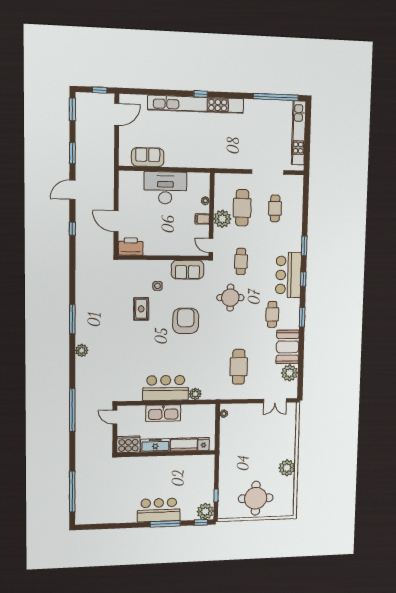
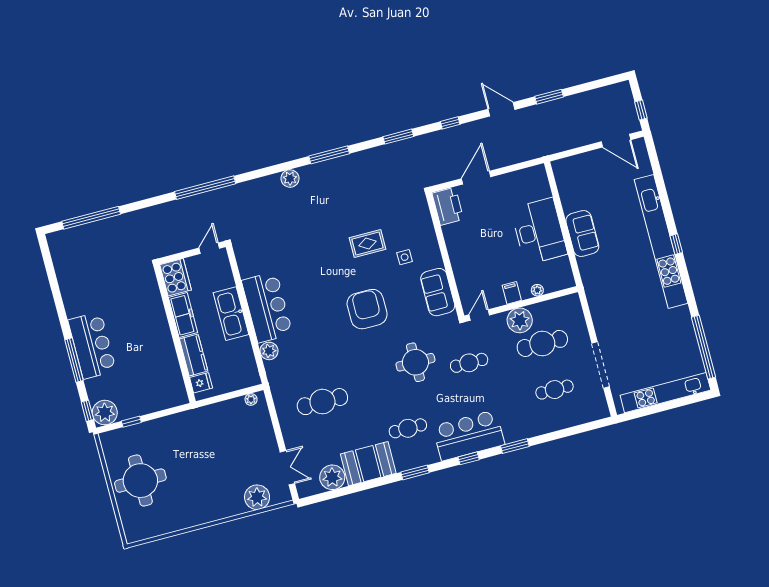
window: (73, 109) -> (398, 137), moved
sofa: (148, 157) -> (582, 233), moved
armchair: (186, 321) -> (367, 309), turned -90
double door: (275, 401) -> (287, 468), swing flipped
plant: (287, 468) -> (257, 497), moved

